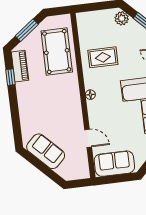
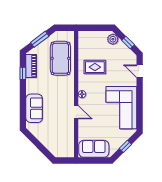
door: (88, 138) -> (76, 112), moved
sofa: (46, 151) -> (34, 108), moved, turned 45

